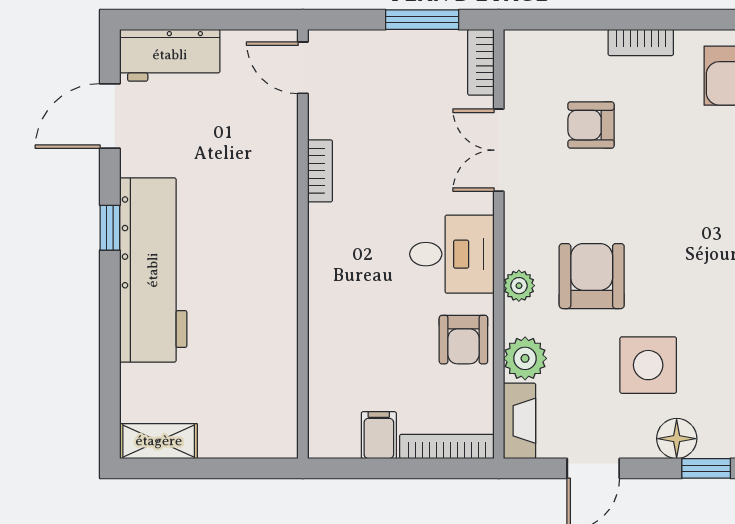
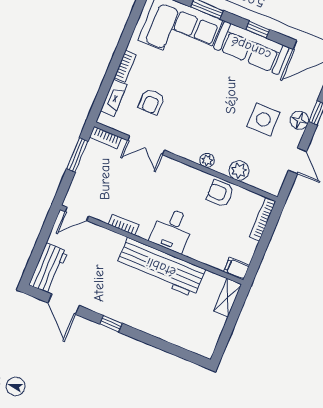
desk: (452, 254) -> (172, 230), moved, turned 180
workbench: (153, 270) -> (161, 267), moved, turned 180
armchair: (592, 276) -> (216, 128), removed
armchair: (463, 340) -> (220, 193), turned 180
fireplace: (520, 421) -> (114, 98), moved, turned 90
filing cabinet: (379, 435) -> (237, 269), moved
shelving: (159, 441) -> (228, 298), moved

